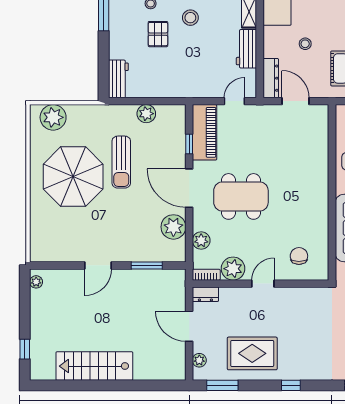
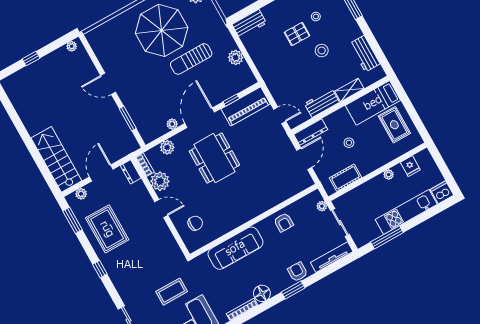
plant: (173, 227) -> (172, 124), width x0.53, depth x0.53
window: (25, 349) -> (31, 59), moved
stairs: (94, 366) -> (56, 159), moved

